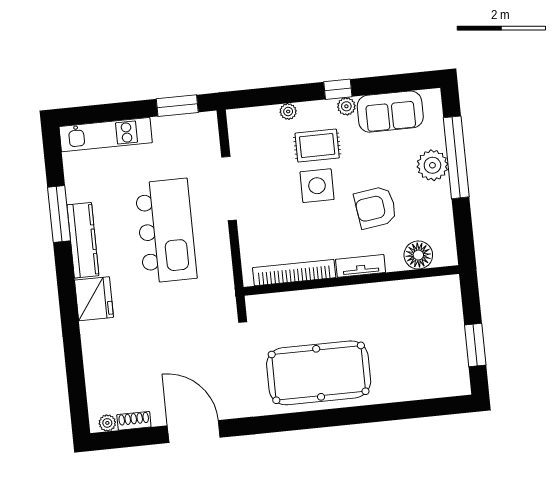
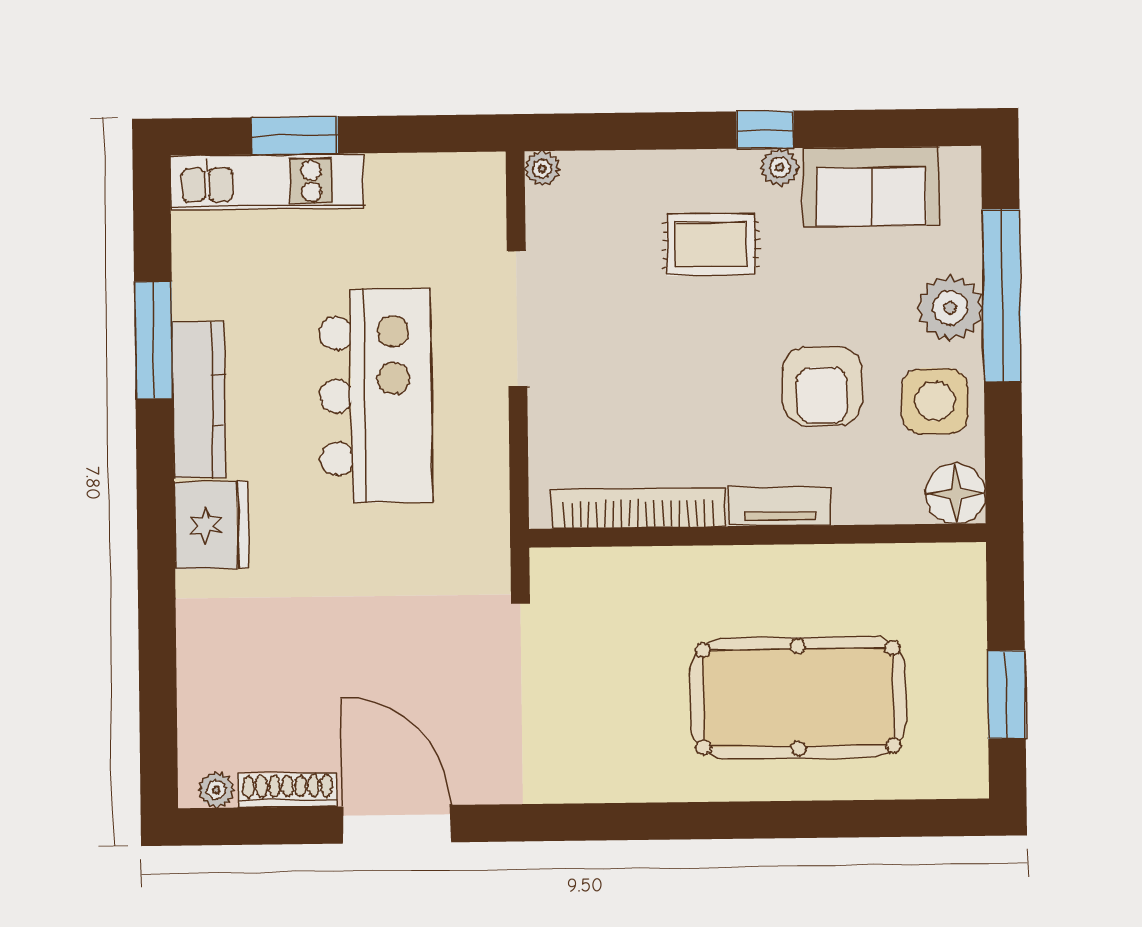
window: (177, 106) -> (295, 135), moved
plant: (288, 111) -> (542, 169), moved
side table: (317, 186) -> (935, 401), moved
armchair: (376, 207) -> (822, 386), turned -82
floor lamp: (418, 255) -> (955, 494), moved
pool table: (319, 373) -> (798, 698), moved
shoe rack: (134, 421) -> (287, 790), width x1.43

